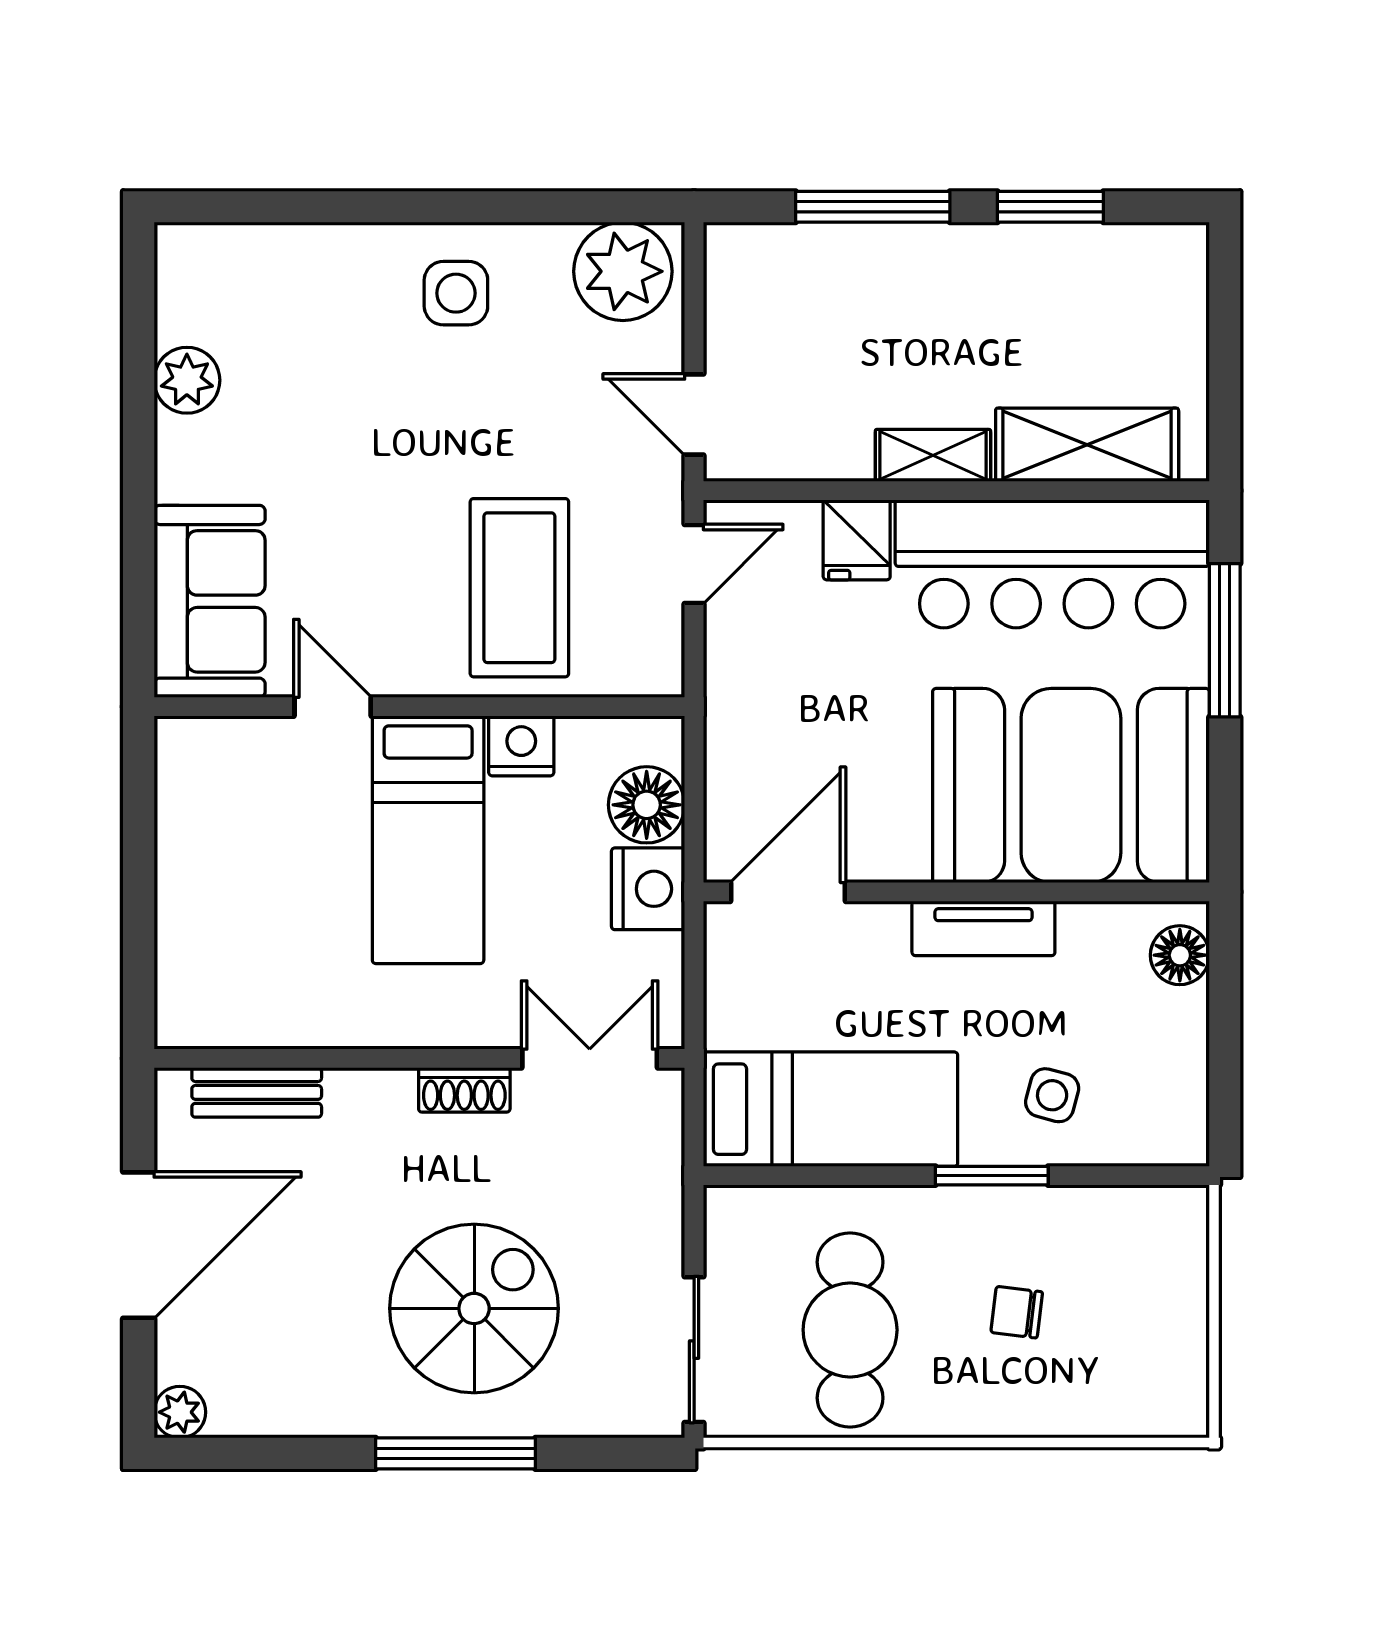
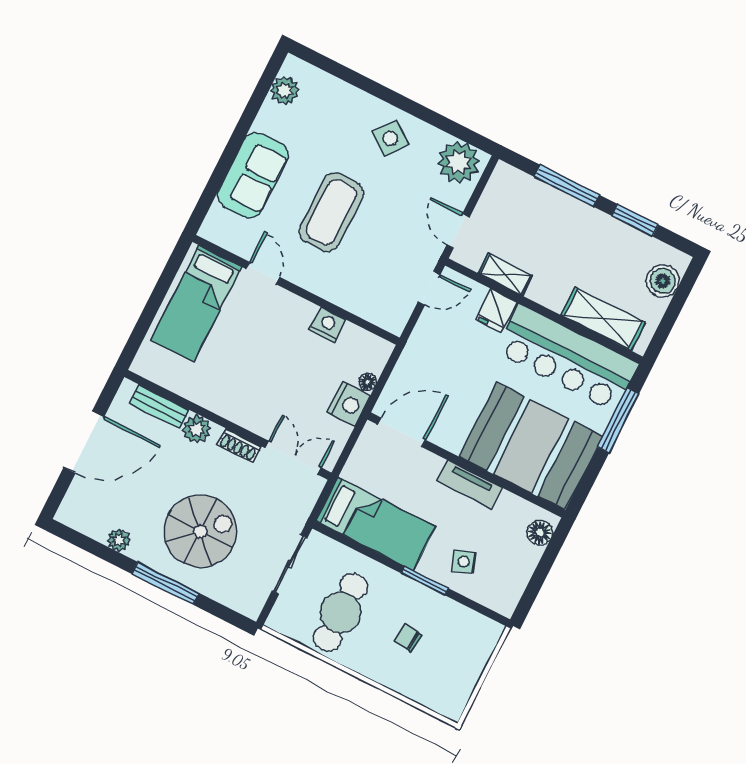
side table: (456, 293) -> (390, 138), turned 36
boiler: (1171, 304) -> (663, 281), added
plant: (187, 380) -> (285, 90), moved
shelving: (933, 455) -> (505, 274), moved
coffee table: (519, 588) -> (331, 212), moved
sofa: (210, 601) -> (253, 175), moved
floor lamp: (647, 805) -> (368, 382), width x0.53, depth x0.53
bed: (428, 840) -> (196, 303), moved
side table: (1052, 1095) -> (464, 562), turned -35
plant: (359, 1100) -> (197, 429), added
sliding door: (694, 1350) -> (290, 564), moved
plant: (180, 1412) -> (119, 540), moved

